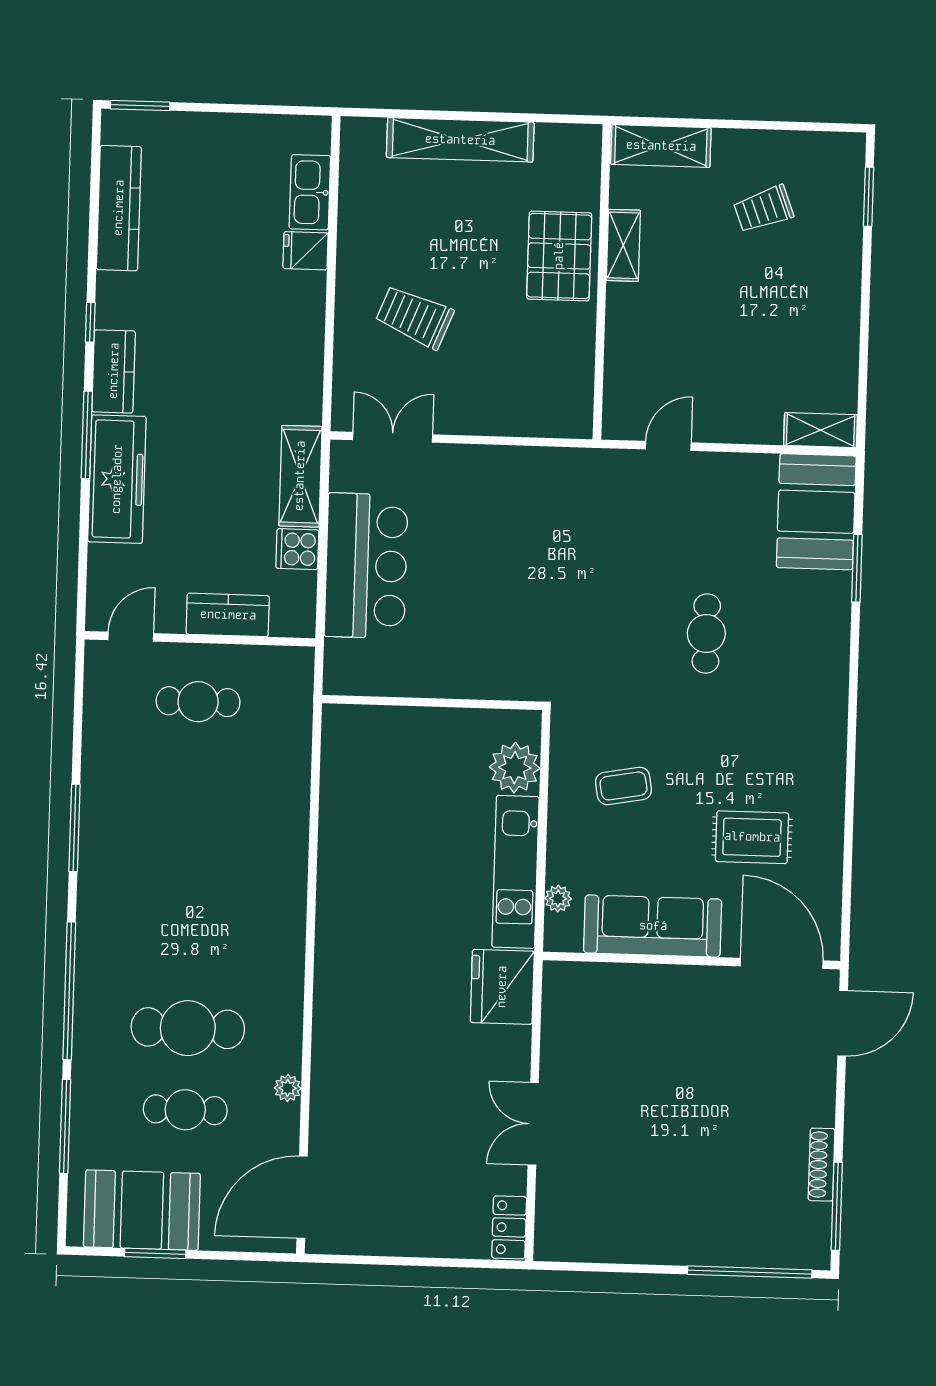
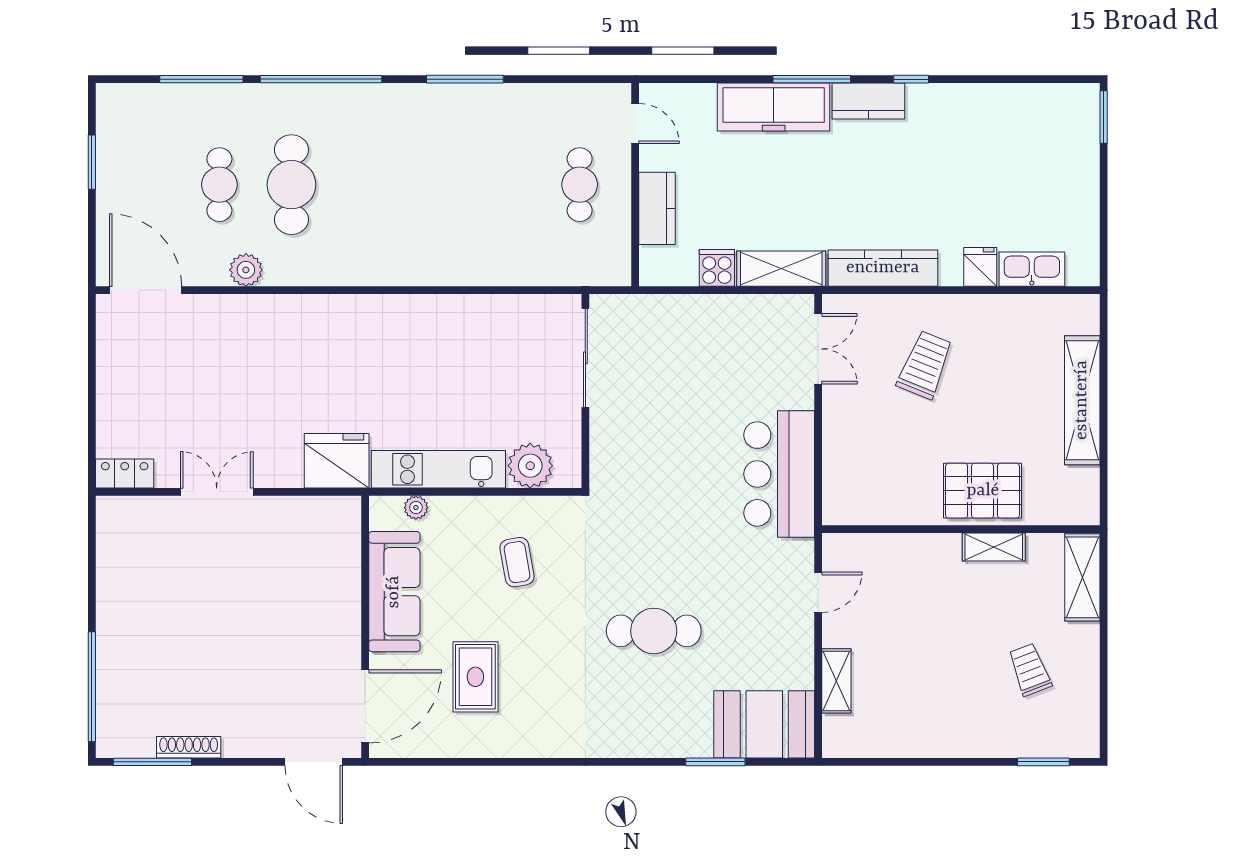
kitchen counter: (119, 208) -> (883, 268), moved, turned 180
shelving: (821, 430) -> (836, 681), moved
door: (668, 446) -> (818, 592), hinge flipped
bar counter: (366, 566) -> (779, 474), moved, turned 90
cafe table: (706, 634) -> (654, 631), width x1.37, depth x1.35
sliding door: (395, 701) -> (585, 358), added
plant: (288, 1088) -> (246, 270), width x1.38, depth x1.38
booth: (142, 1210) -> (130, 149), removed

